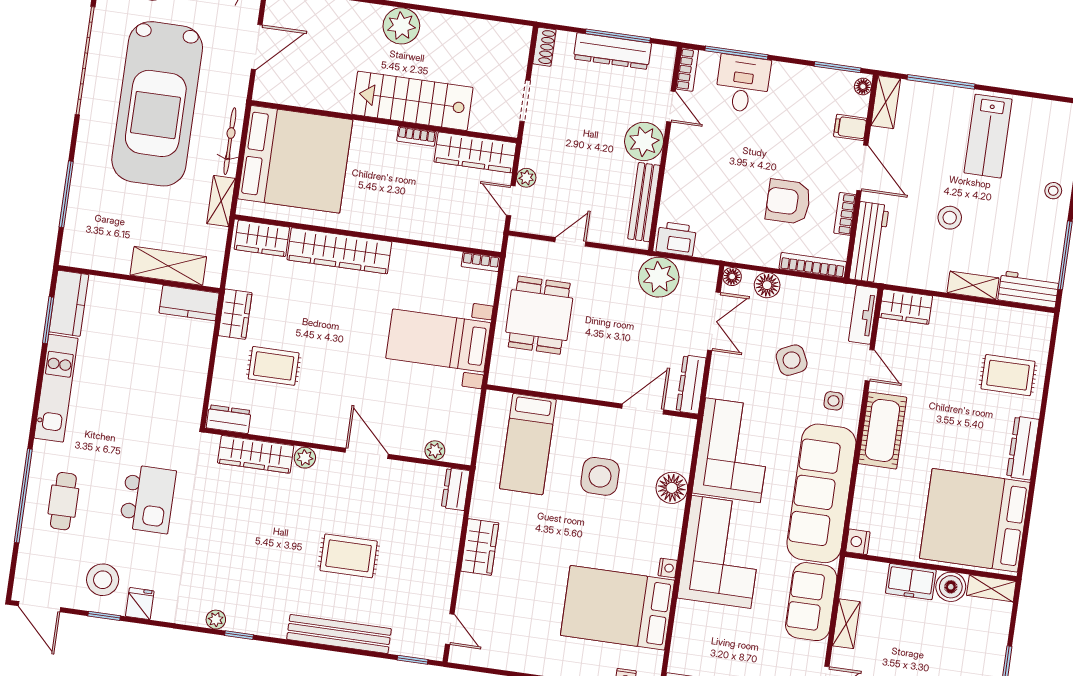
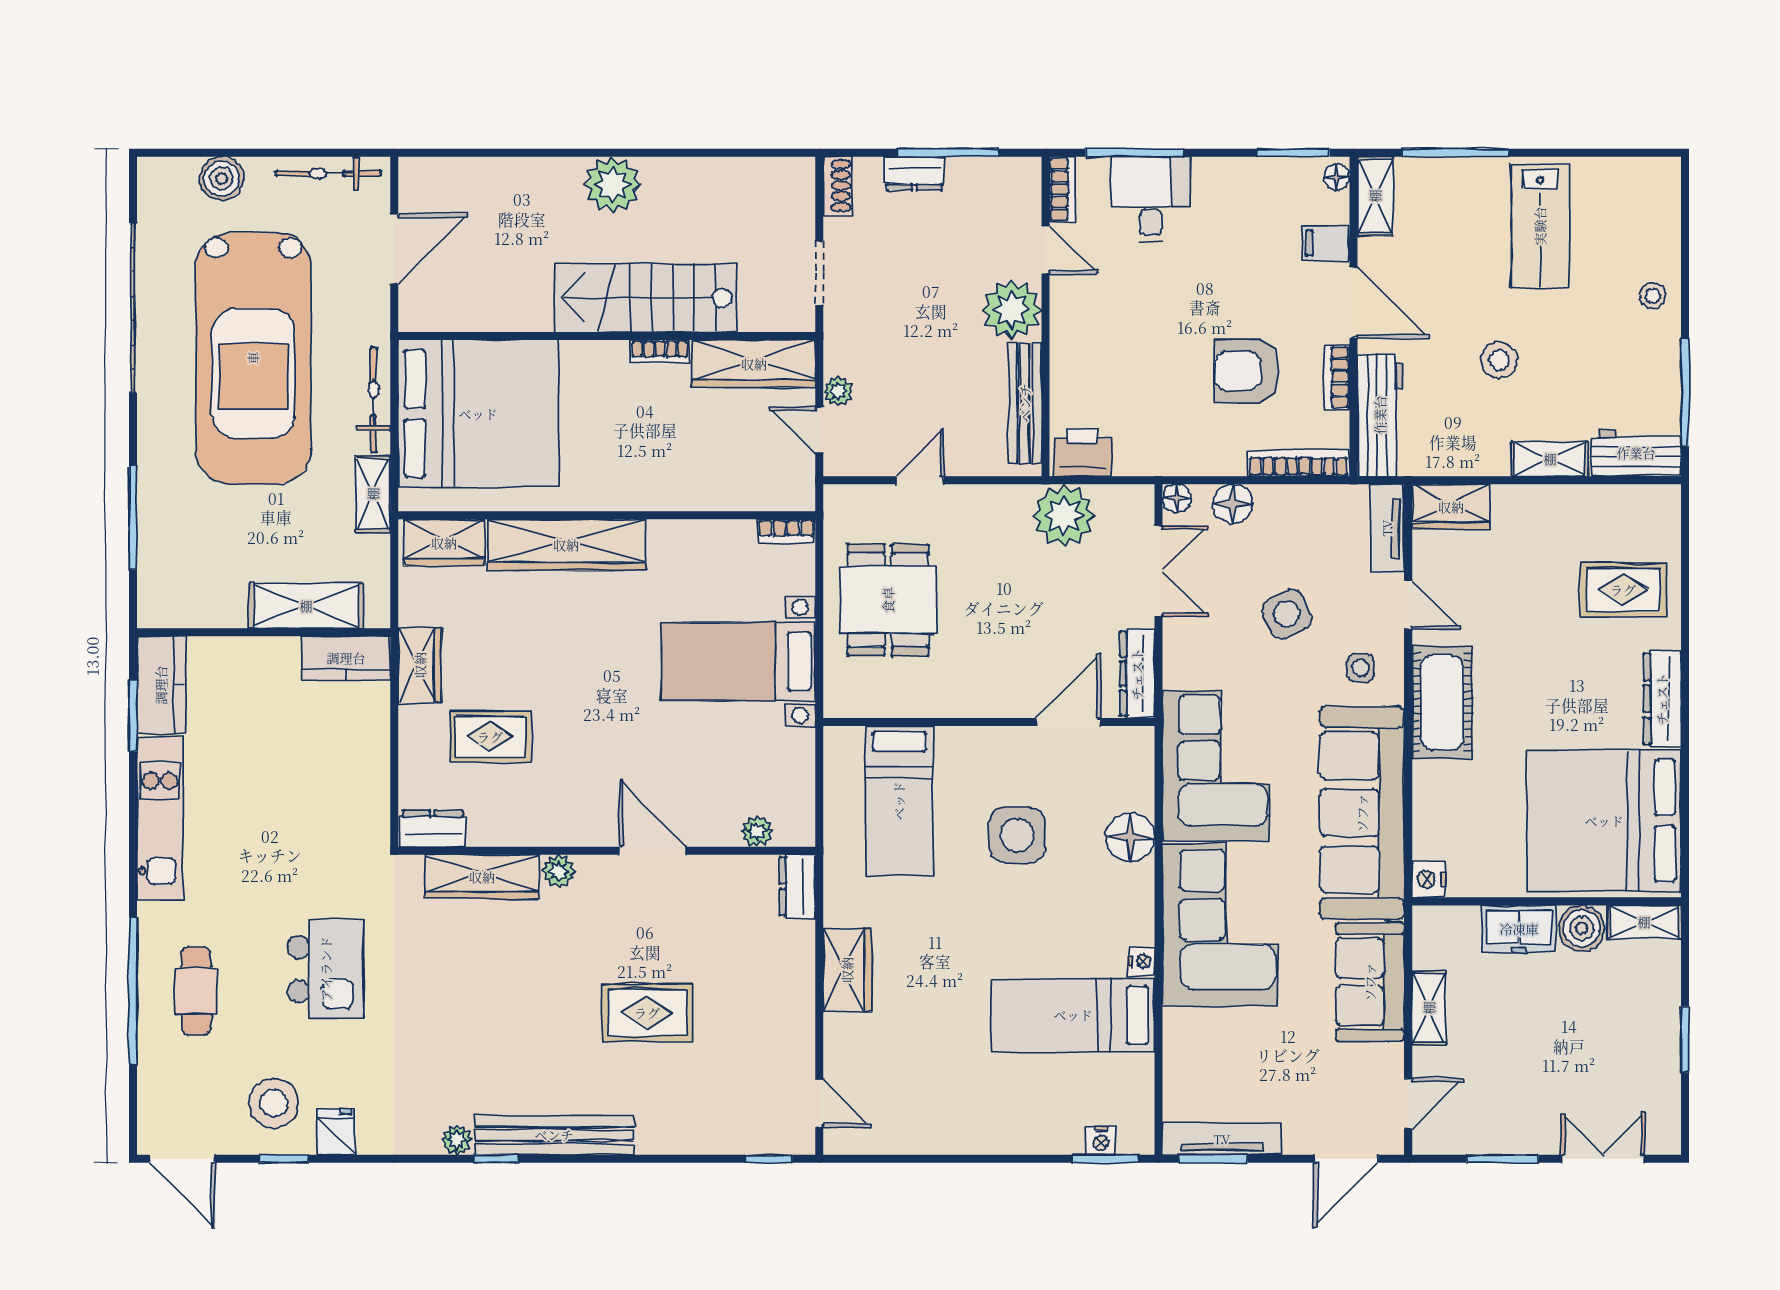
dresser: (612, 51) -> (914, 173), width x0.51, depth x0.80
bed: (617, 608) -> (1073, 1015), width x0.67
bench: (339, 634) -> (554, 1135), moved

